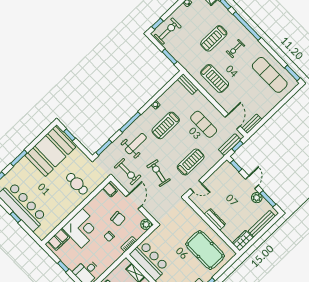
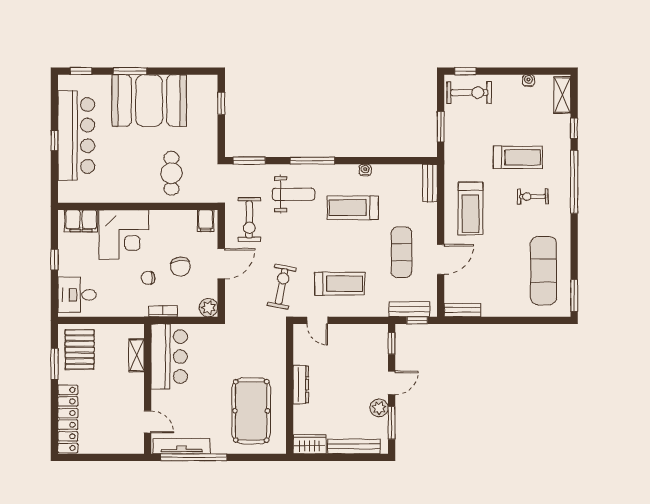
treadmill: (214, 38) -> (518, 157), turned 180
door: (233, 122) -> (441, 259), moved
booth: (50, 151) -> (149, 101), moved
exercise bike: (159, 173) -> (282, 286), moved

